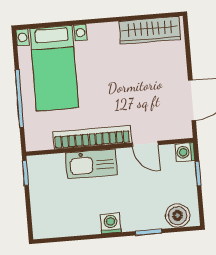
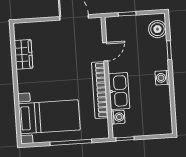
wardrobe: (150, 30) -> (23, 54), width x0.67
washing machine: (185, 152) -> (118, 117), moved, turned -90

